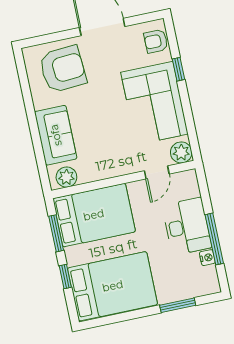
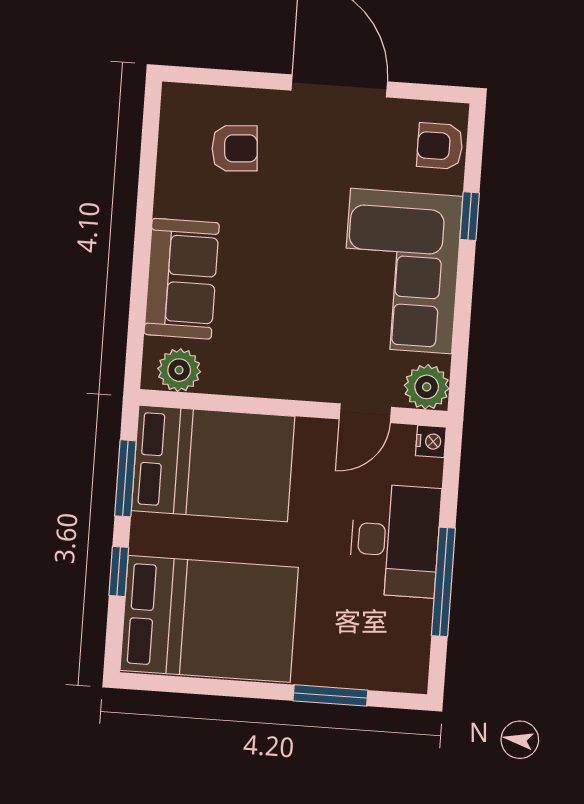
armchair: (63, 69) -> (235, 148), width x0.53, depth x0.53
nightstand: (207, 258) -> (431, 441), moved

